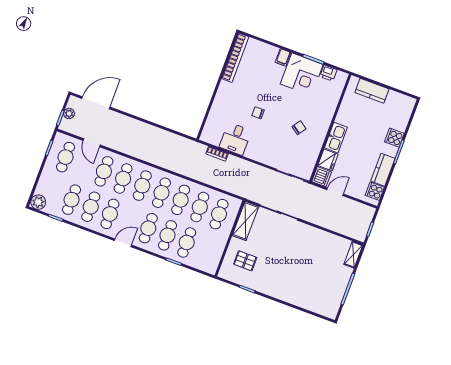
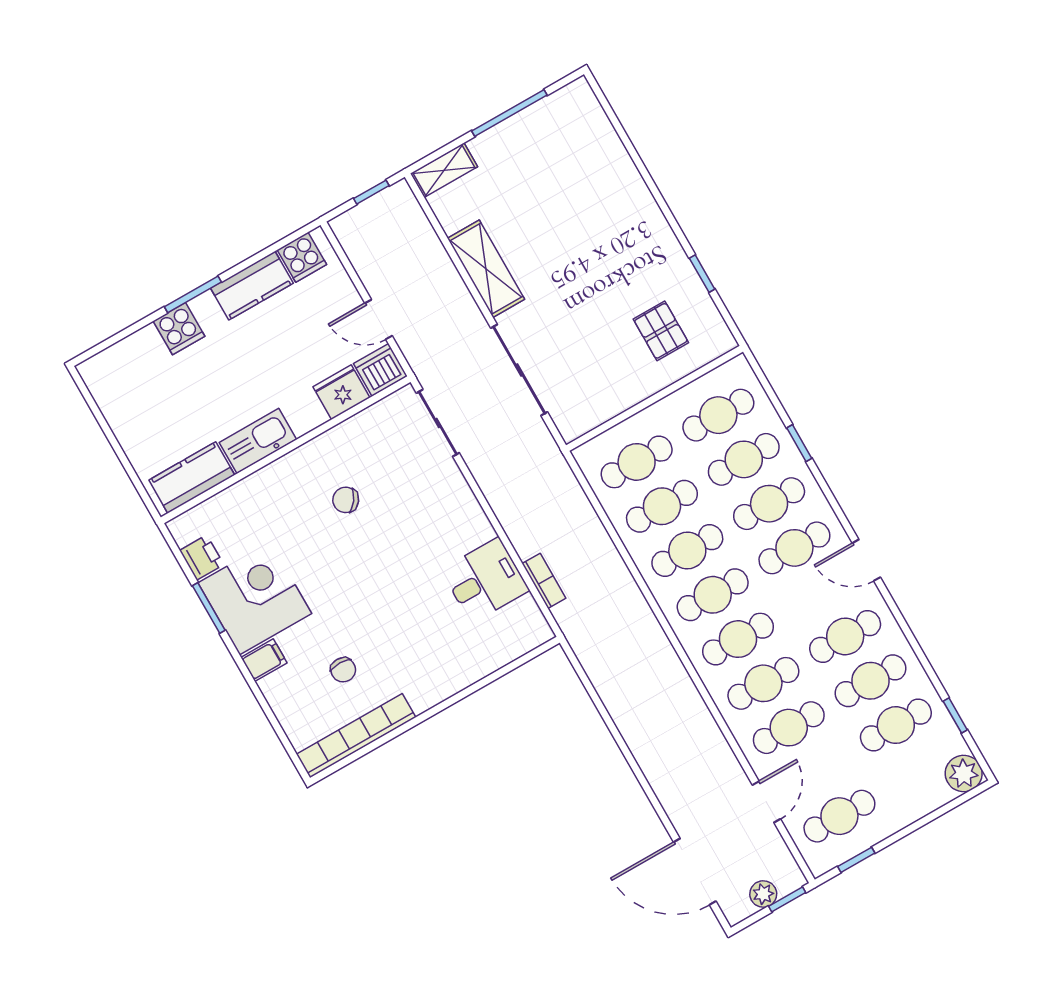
kitchen counter: (372, 91) -> (192, 477), moved, turned -90
chair: (258, 113) -> (343, 670), moved
kitchen sink: (336, 138) -> (258, 441), moved
shelving: (246, 221) -> (486, 269), moved, turned 90
cafe table: (206, 250) -> (718, 415), added

